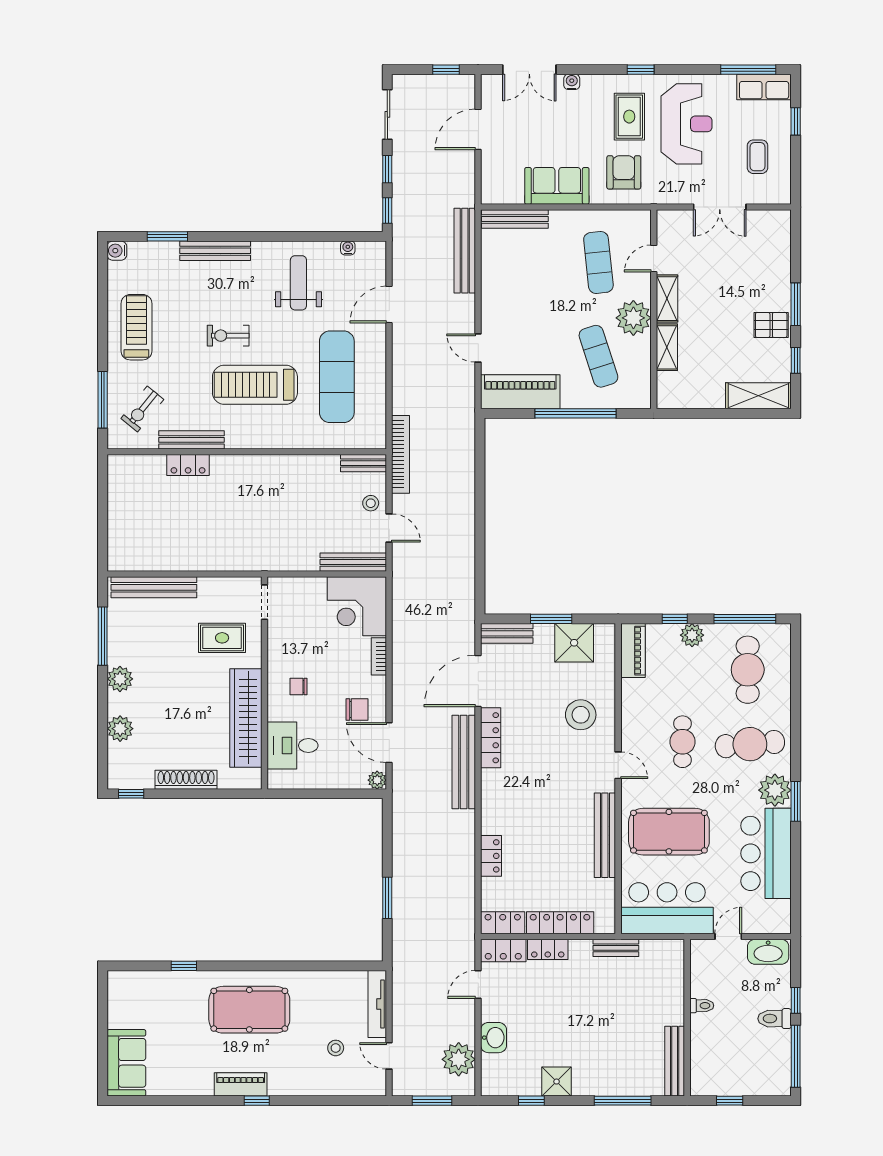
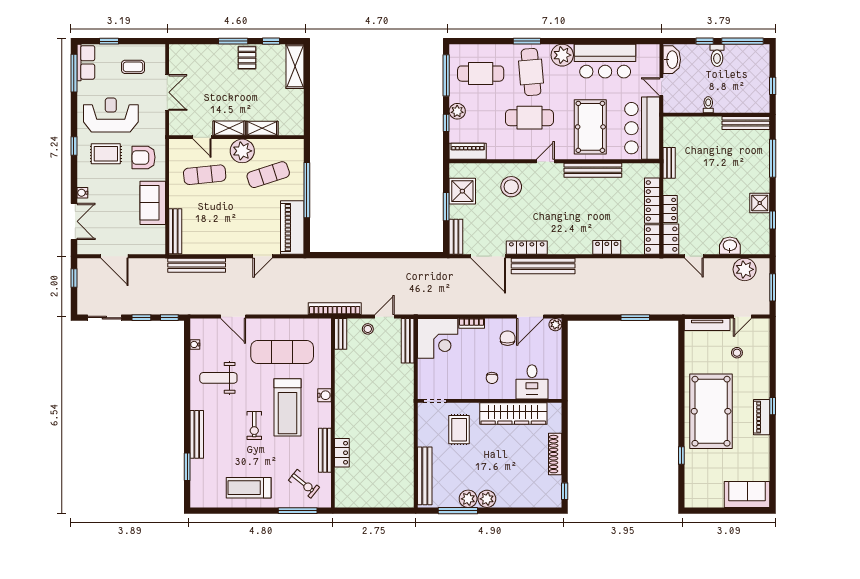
water cooler: (117, 251) -> (324, 395), moved, turned -90
plant: (120, 729) -> (468, 499), moved
cafe table: (683, 742) -> (529, 118), width x1.37, depth x1.35
window: (796, 801) -> (527, 41), moved
pool table: (249, 1010) -> (711, 411), width x1.36, depth x1.32

